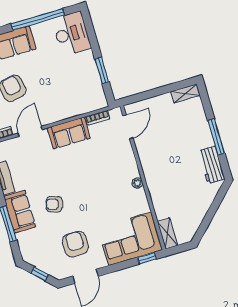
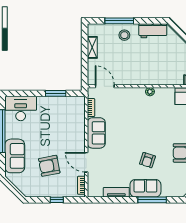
shelving: (185, 93) -> (92, 47), moved
stool: (196, 132) -> (124, 35), added
window: (216, 137) -> (119, 21), moved

